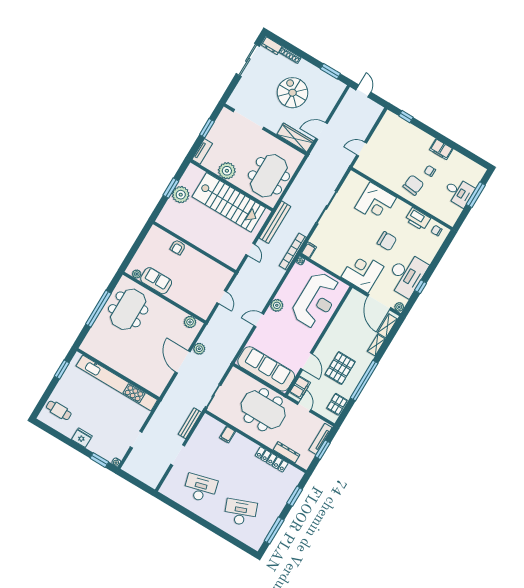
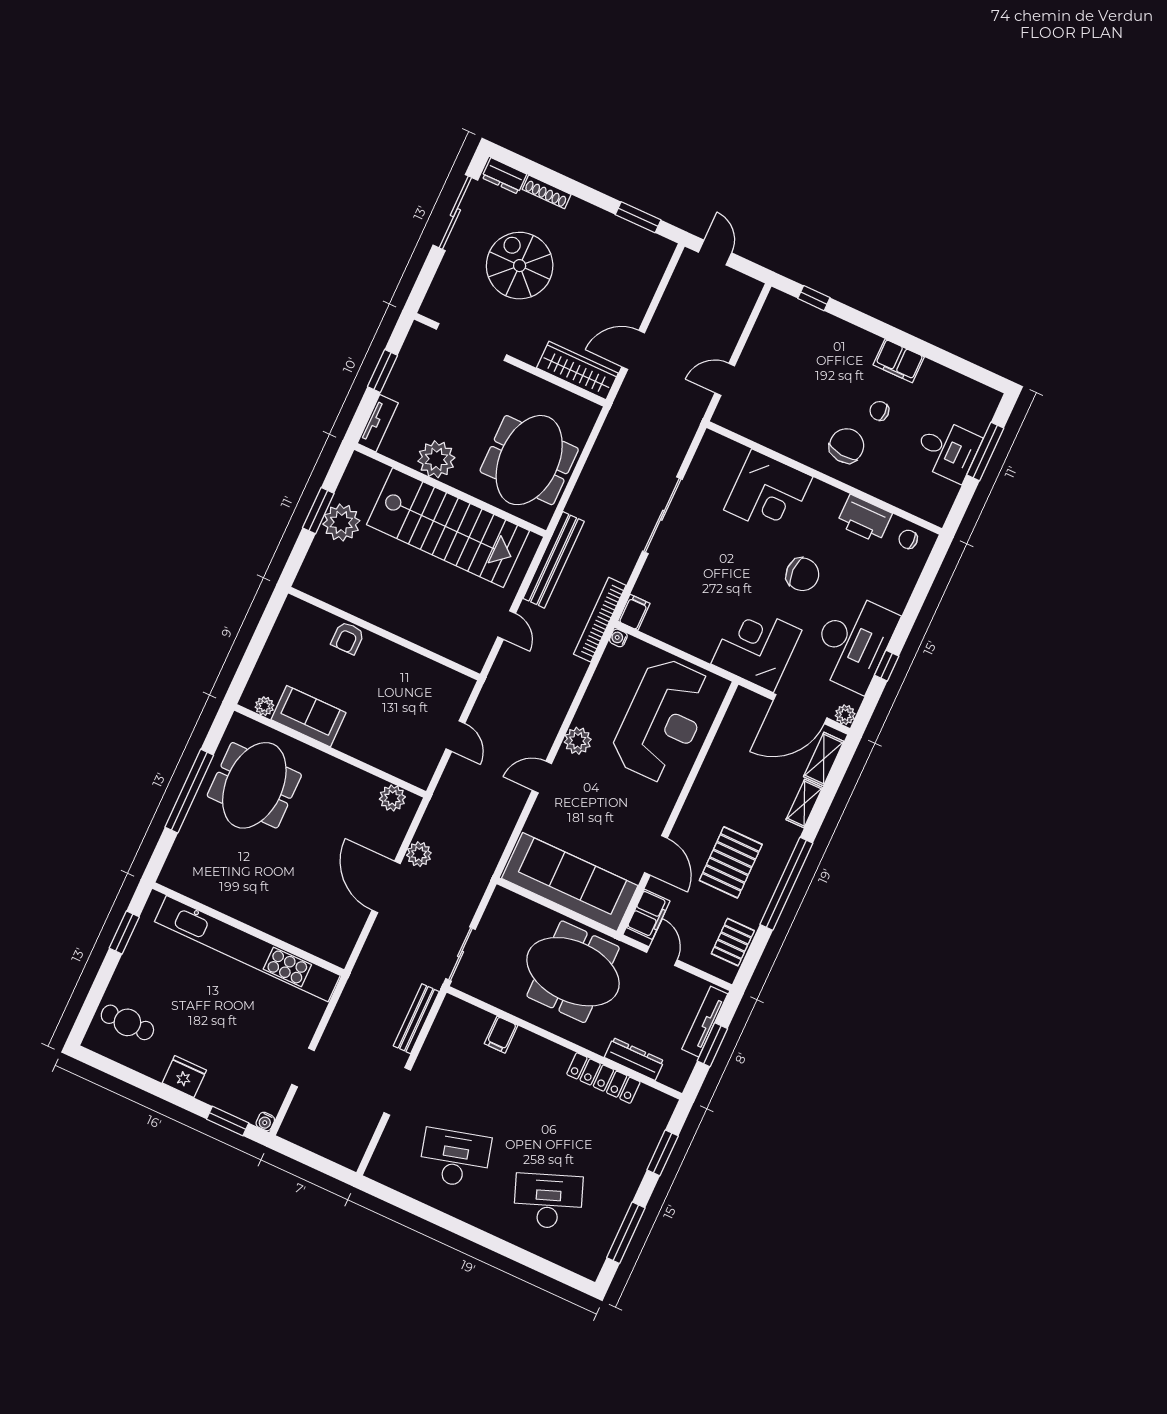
spiral stairs: (292, 93) -> (520, 266), moved
door: (379, 302) -> (800, 709), hinge flipped

